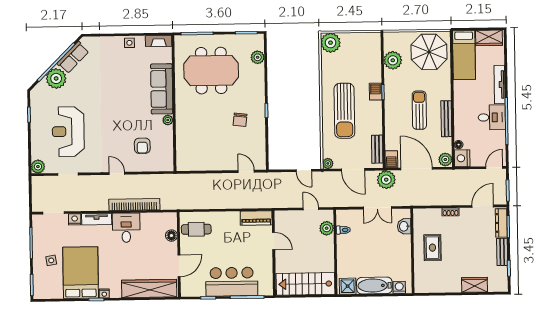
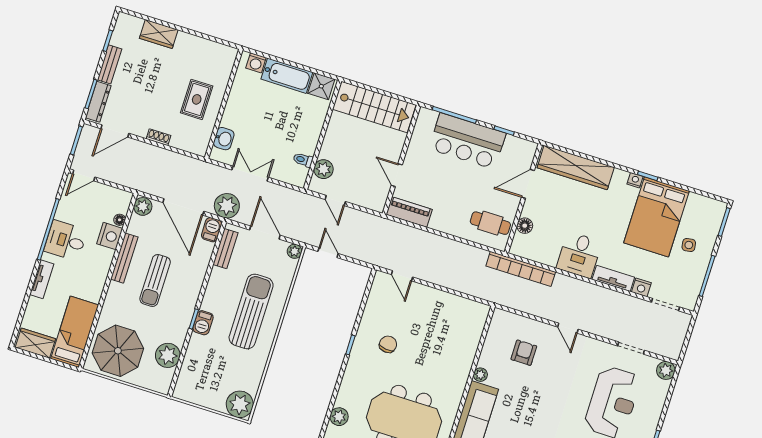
tv unit: (500, 84) -> (42, 279), width x0.71
nightstand: (462, 158) -> (110, 236), moved
bookcase: (134, 205) -> (521, 269), moved

